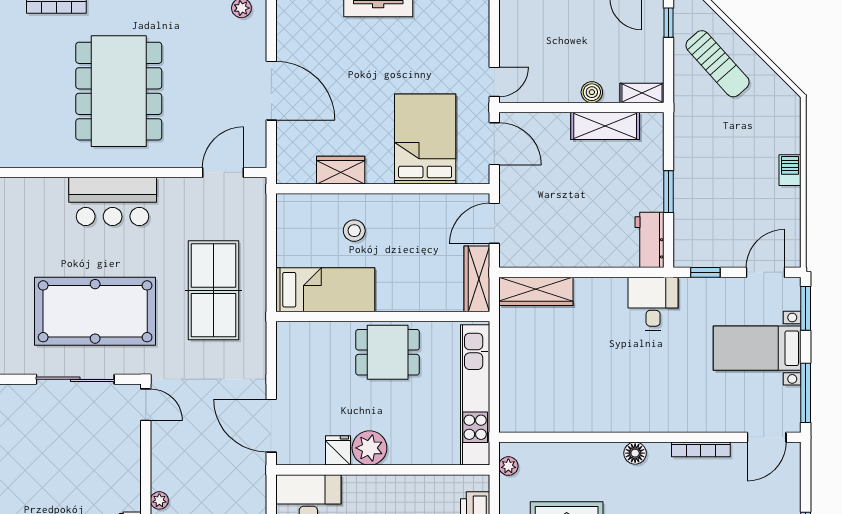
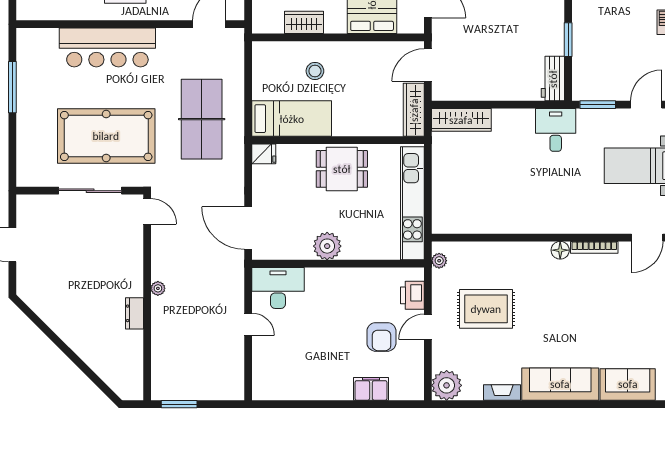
bar counter: (113, 201) -> (107, 47), width x1.36
window: (705, 272) -> (598, 105), width x1.50
fridge: (338, 450) -> (264, 154), moved, turned 90
floor lamp: (635, 453) -> (560, 250), moved

